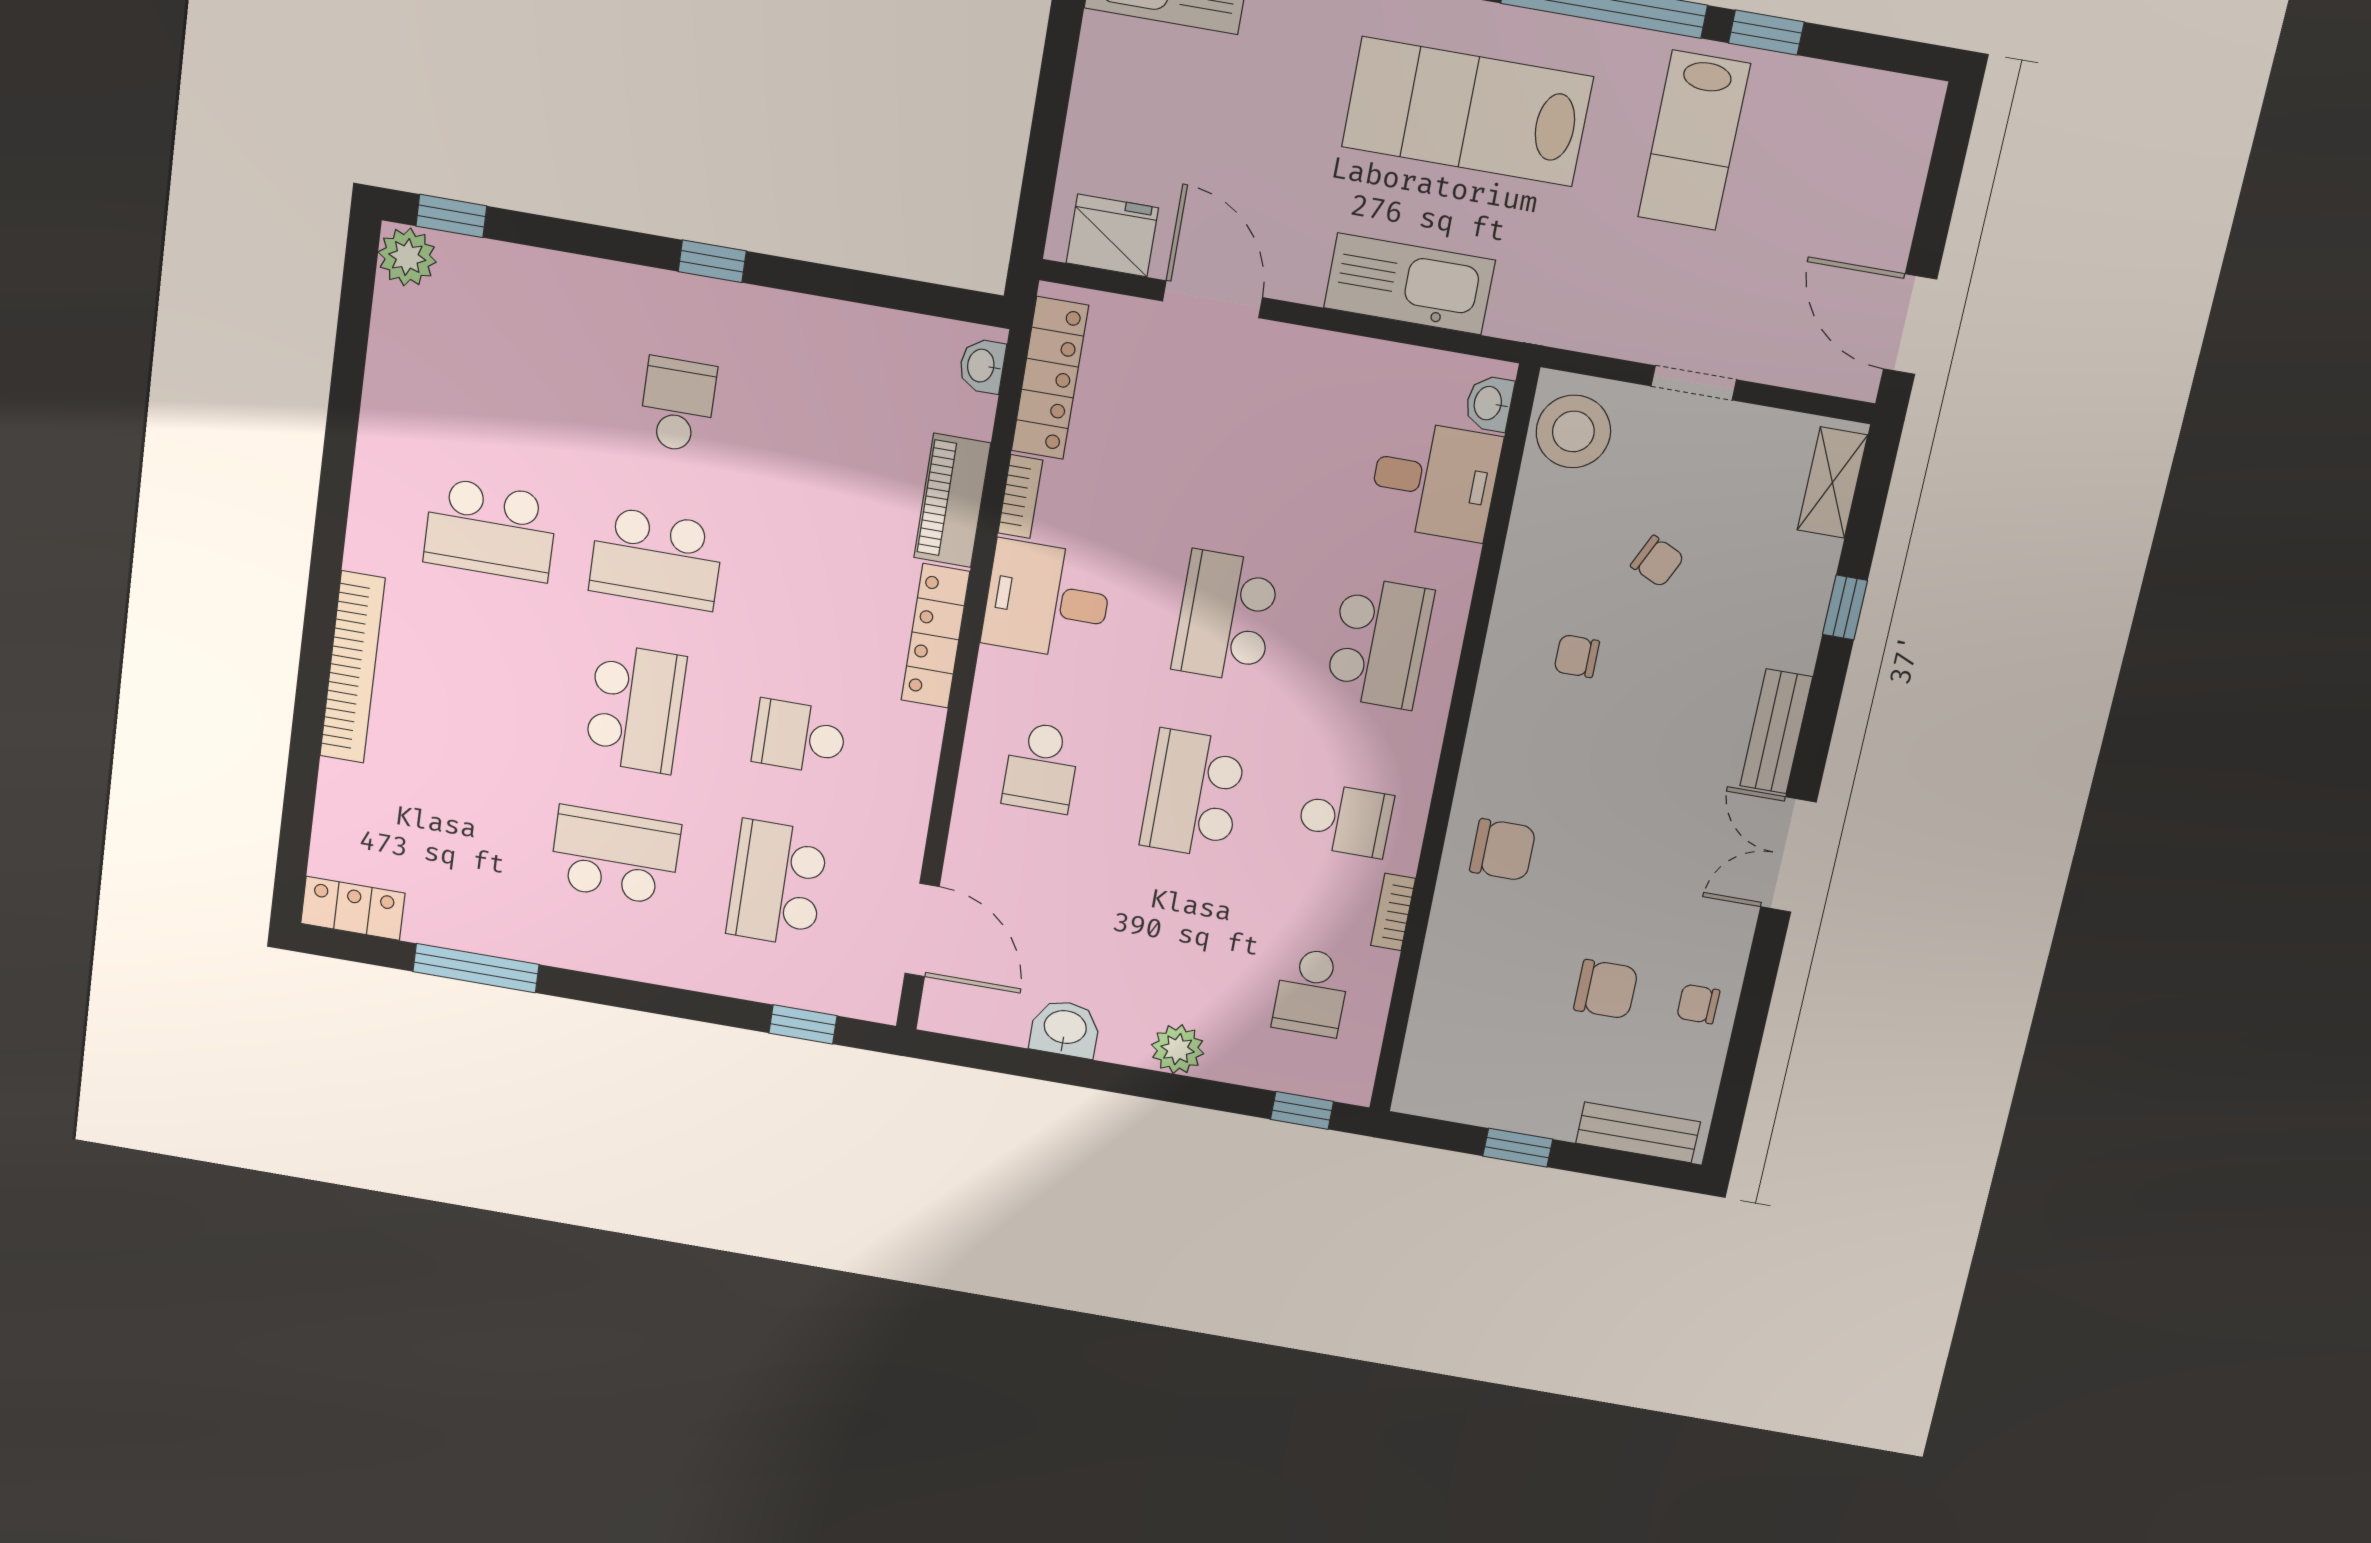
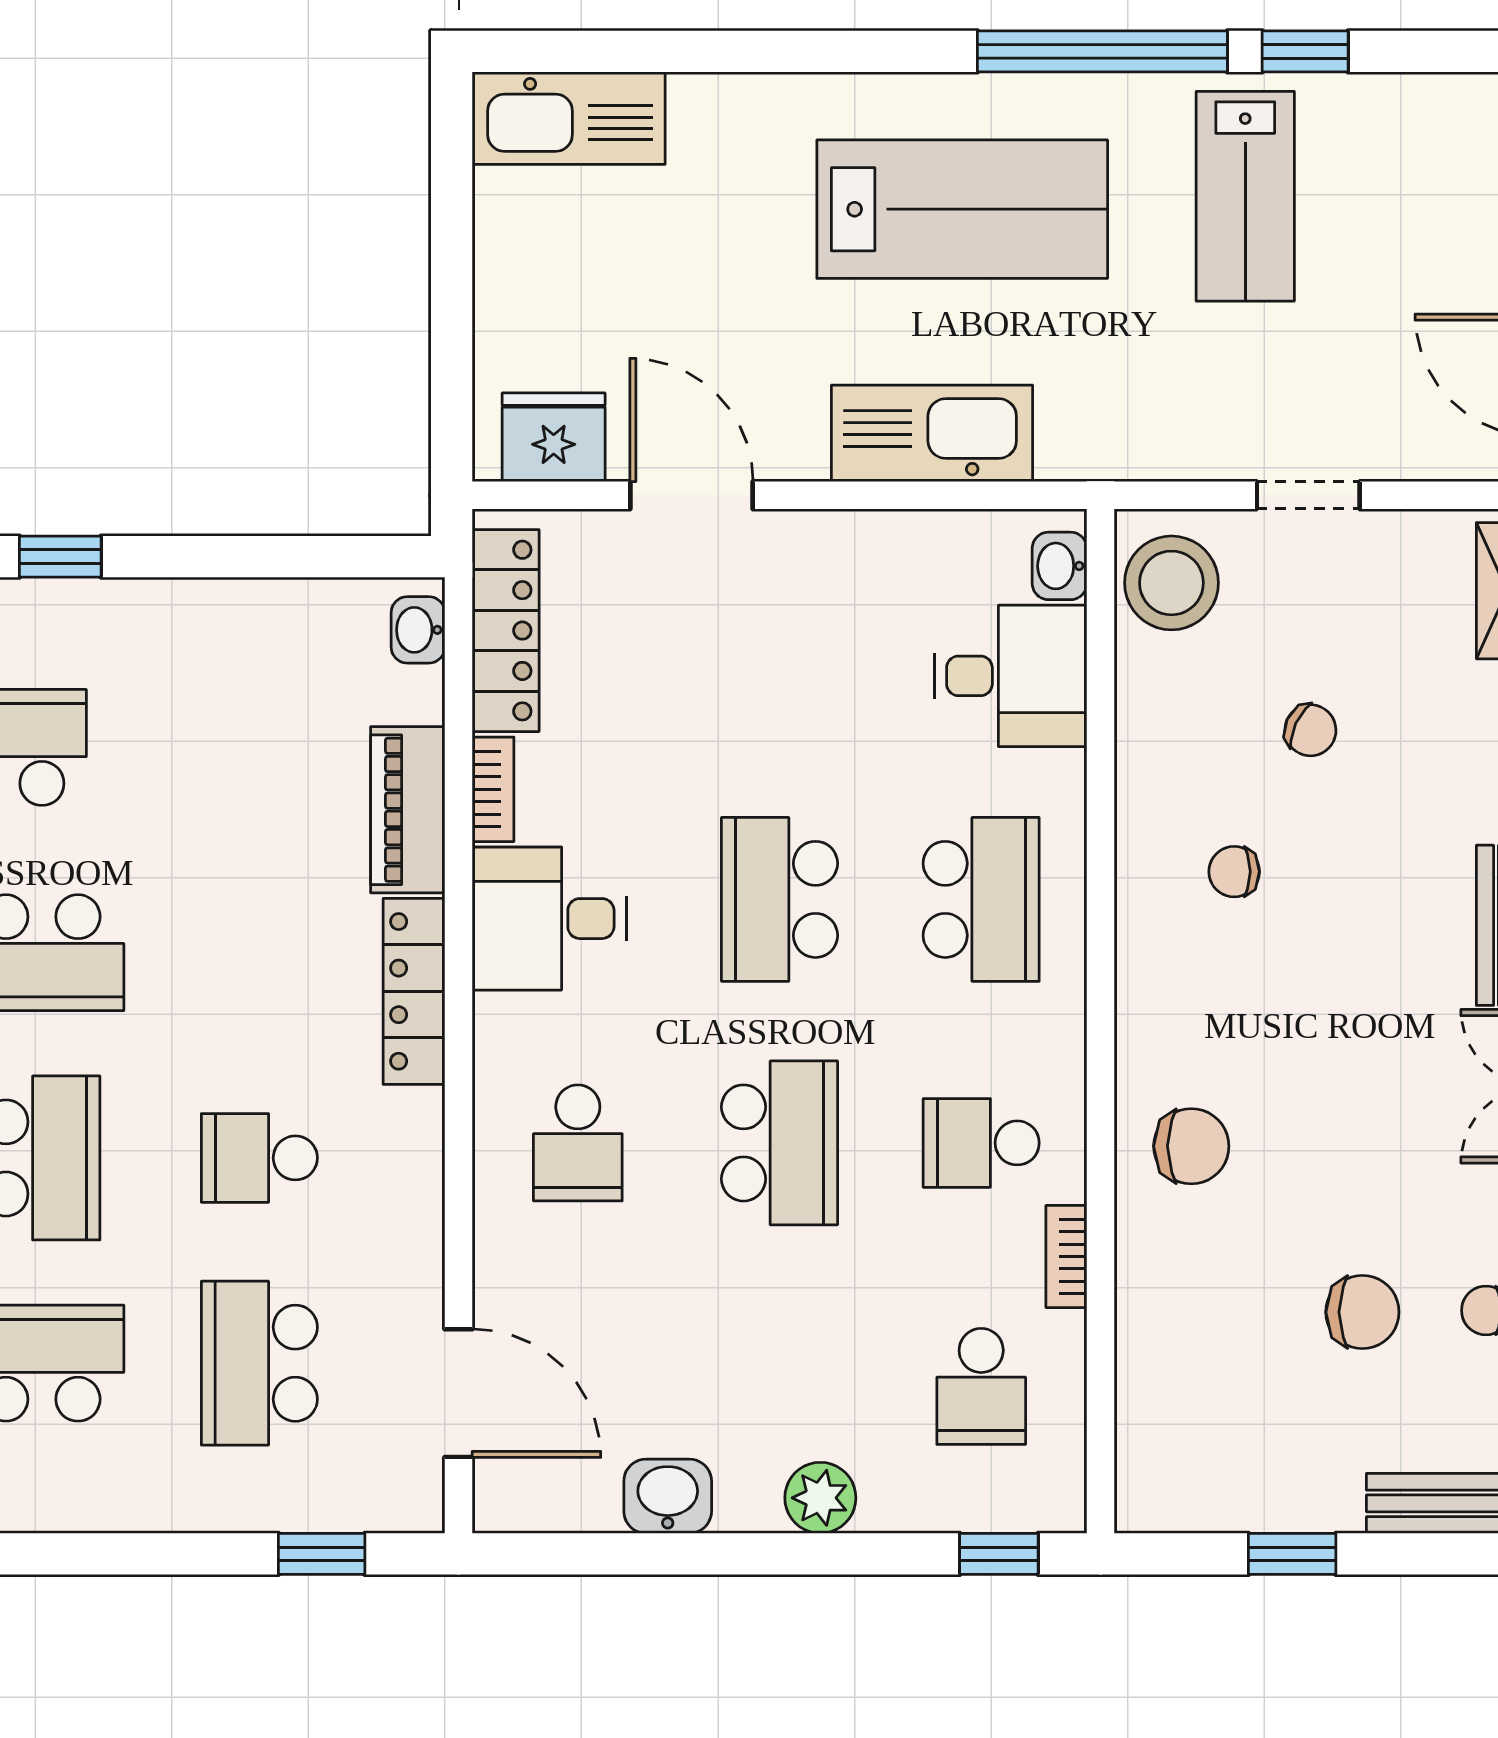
lab bench: (1467, 112) -> (962, 209), turned 180
school desk: (1193, 794) -> (779, 1143), turned 180
school desk: (1345, 820) -> (981, 1143), turned 180

